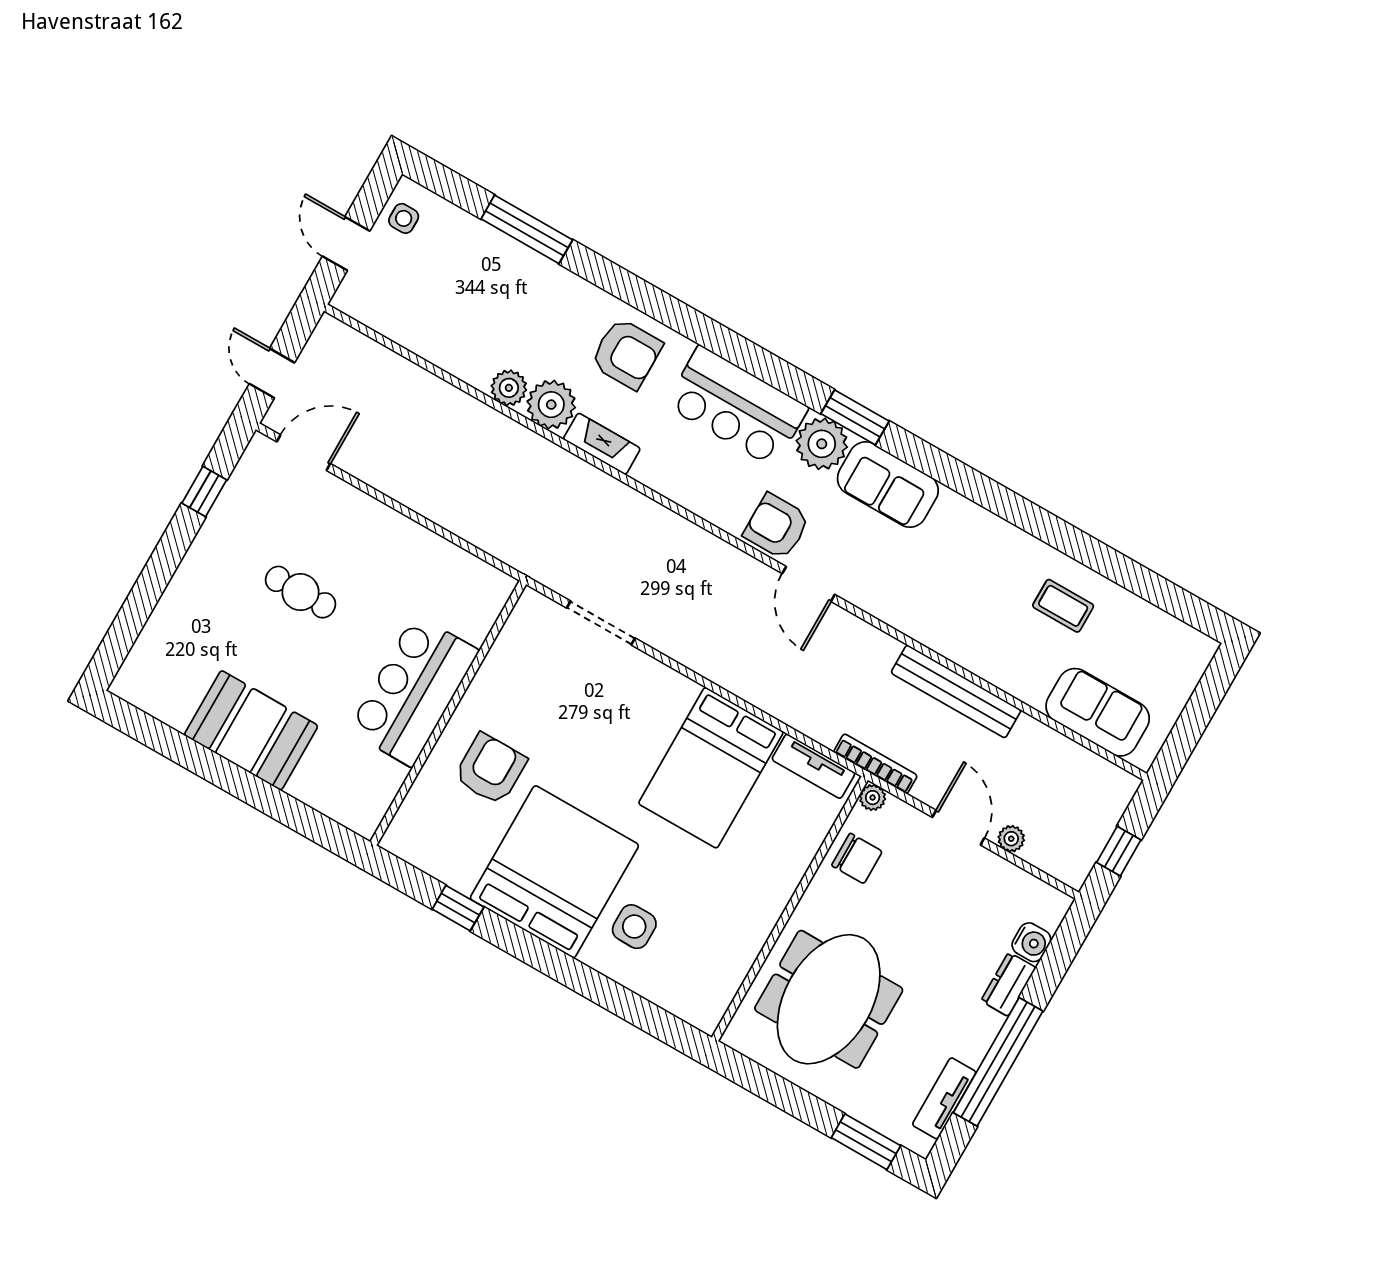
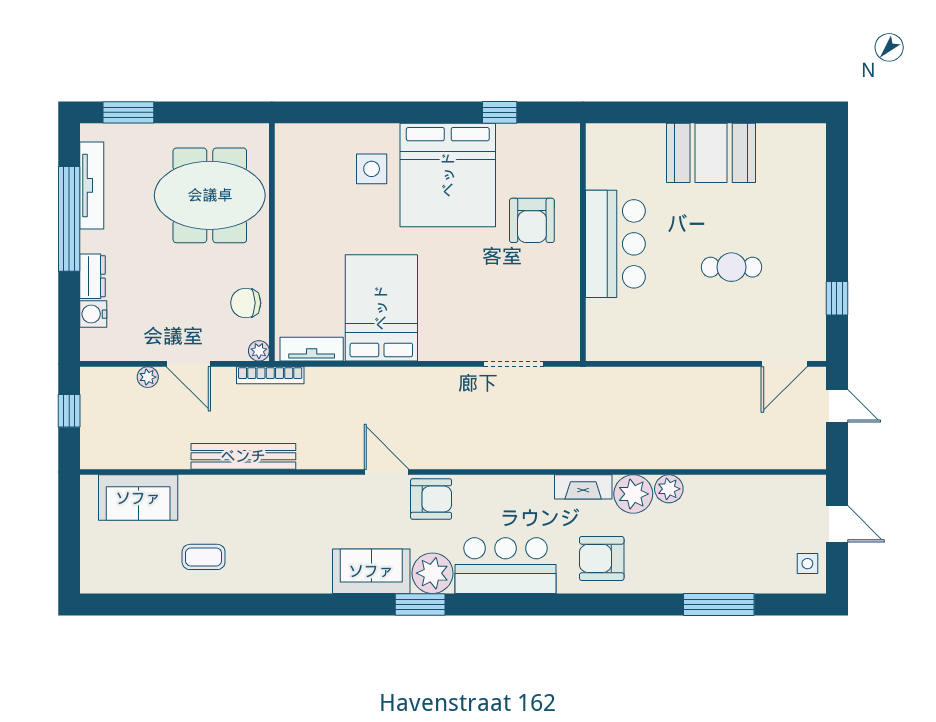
meeting table: (829, 999) -> (210, 195), turned 90
tv unit: (944, 1098) -> (92, 185), width x1.41

